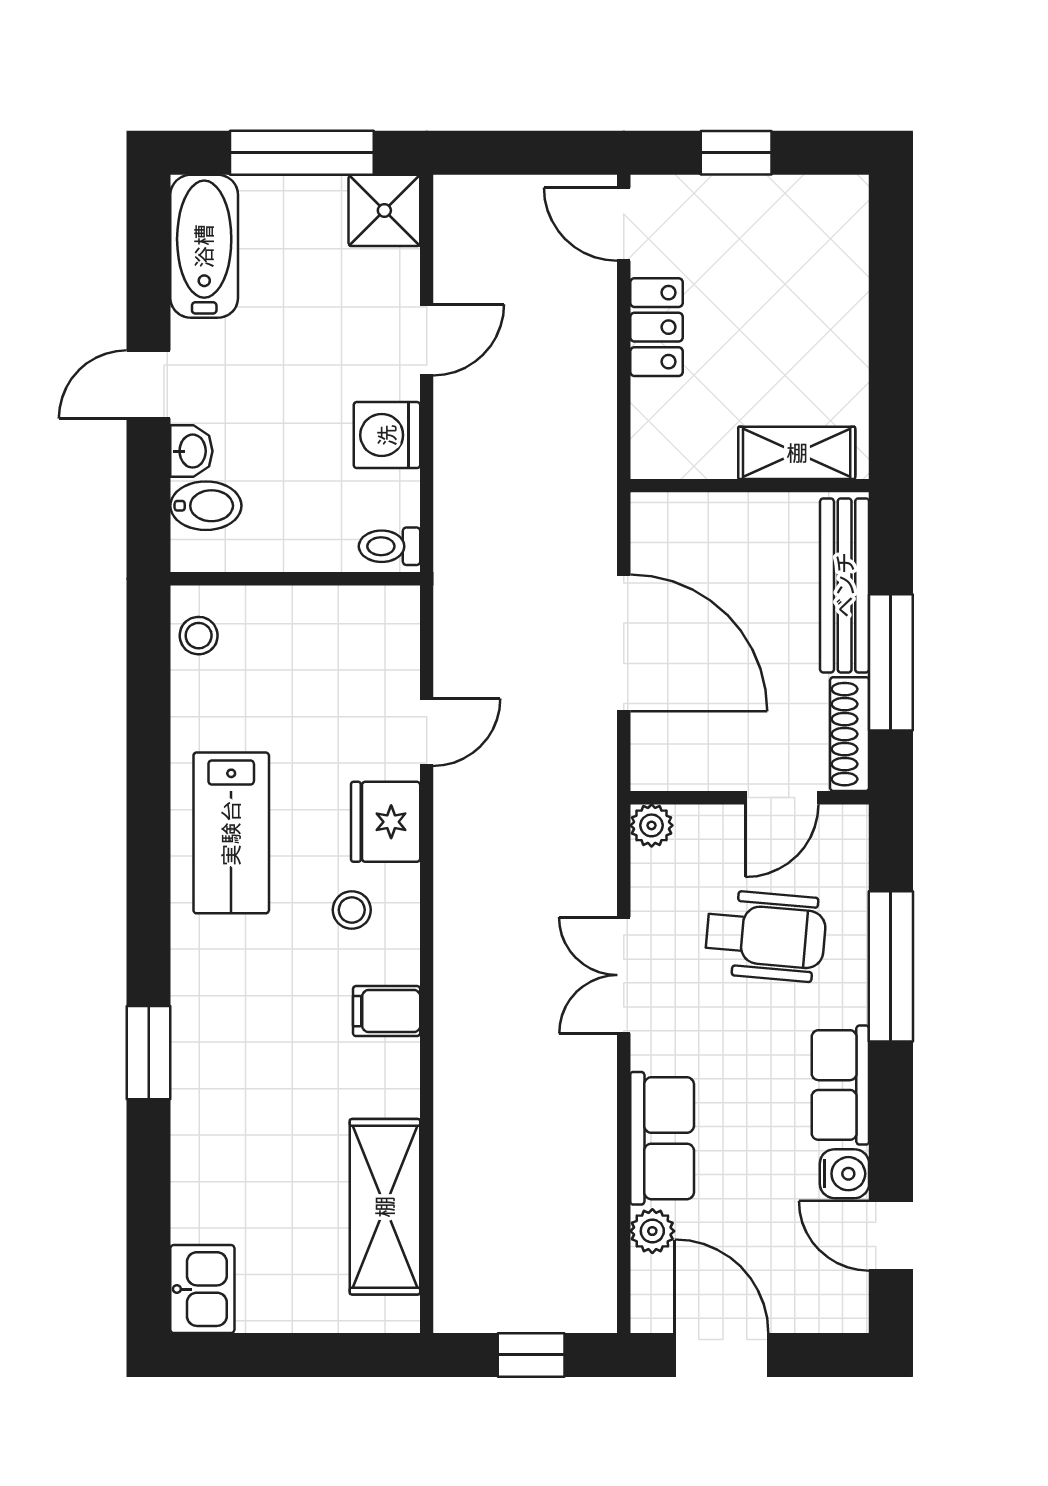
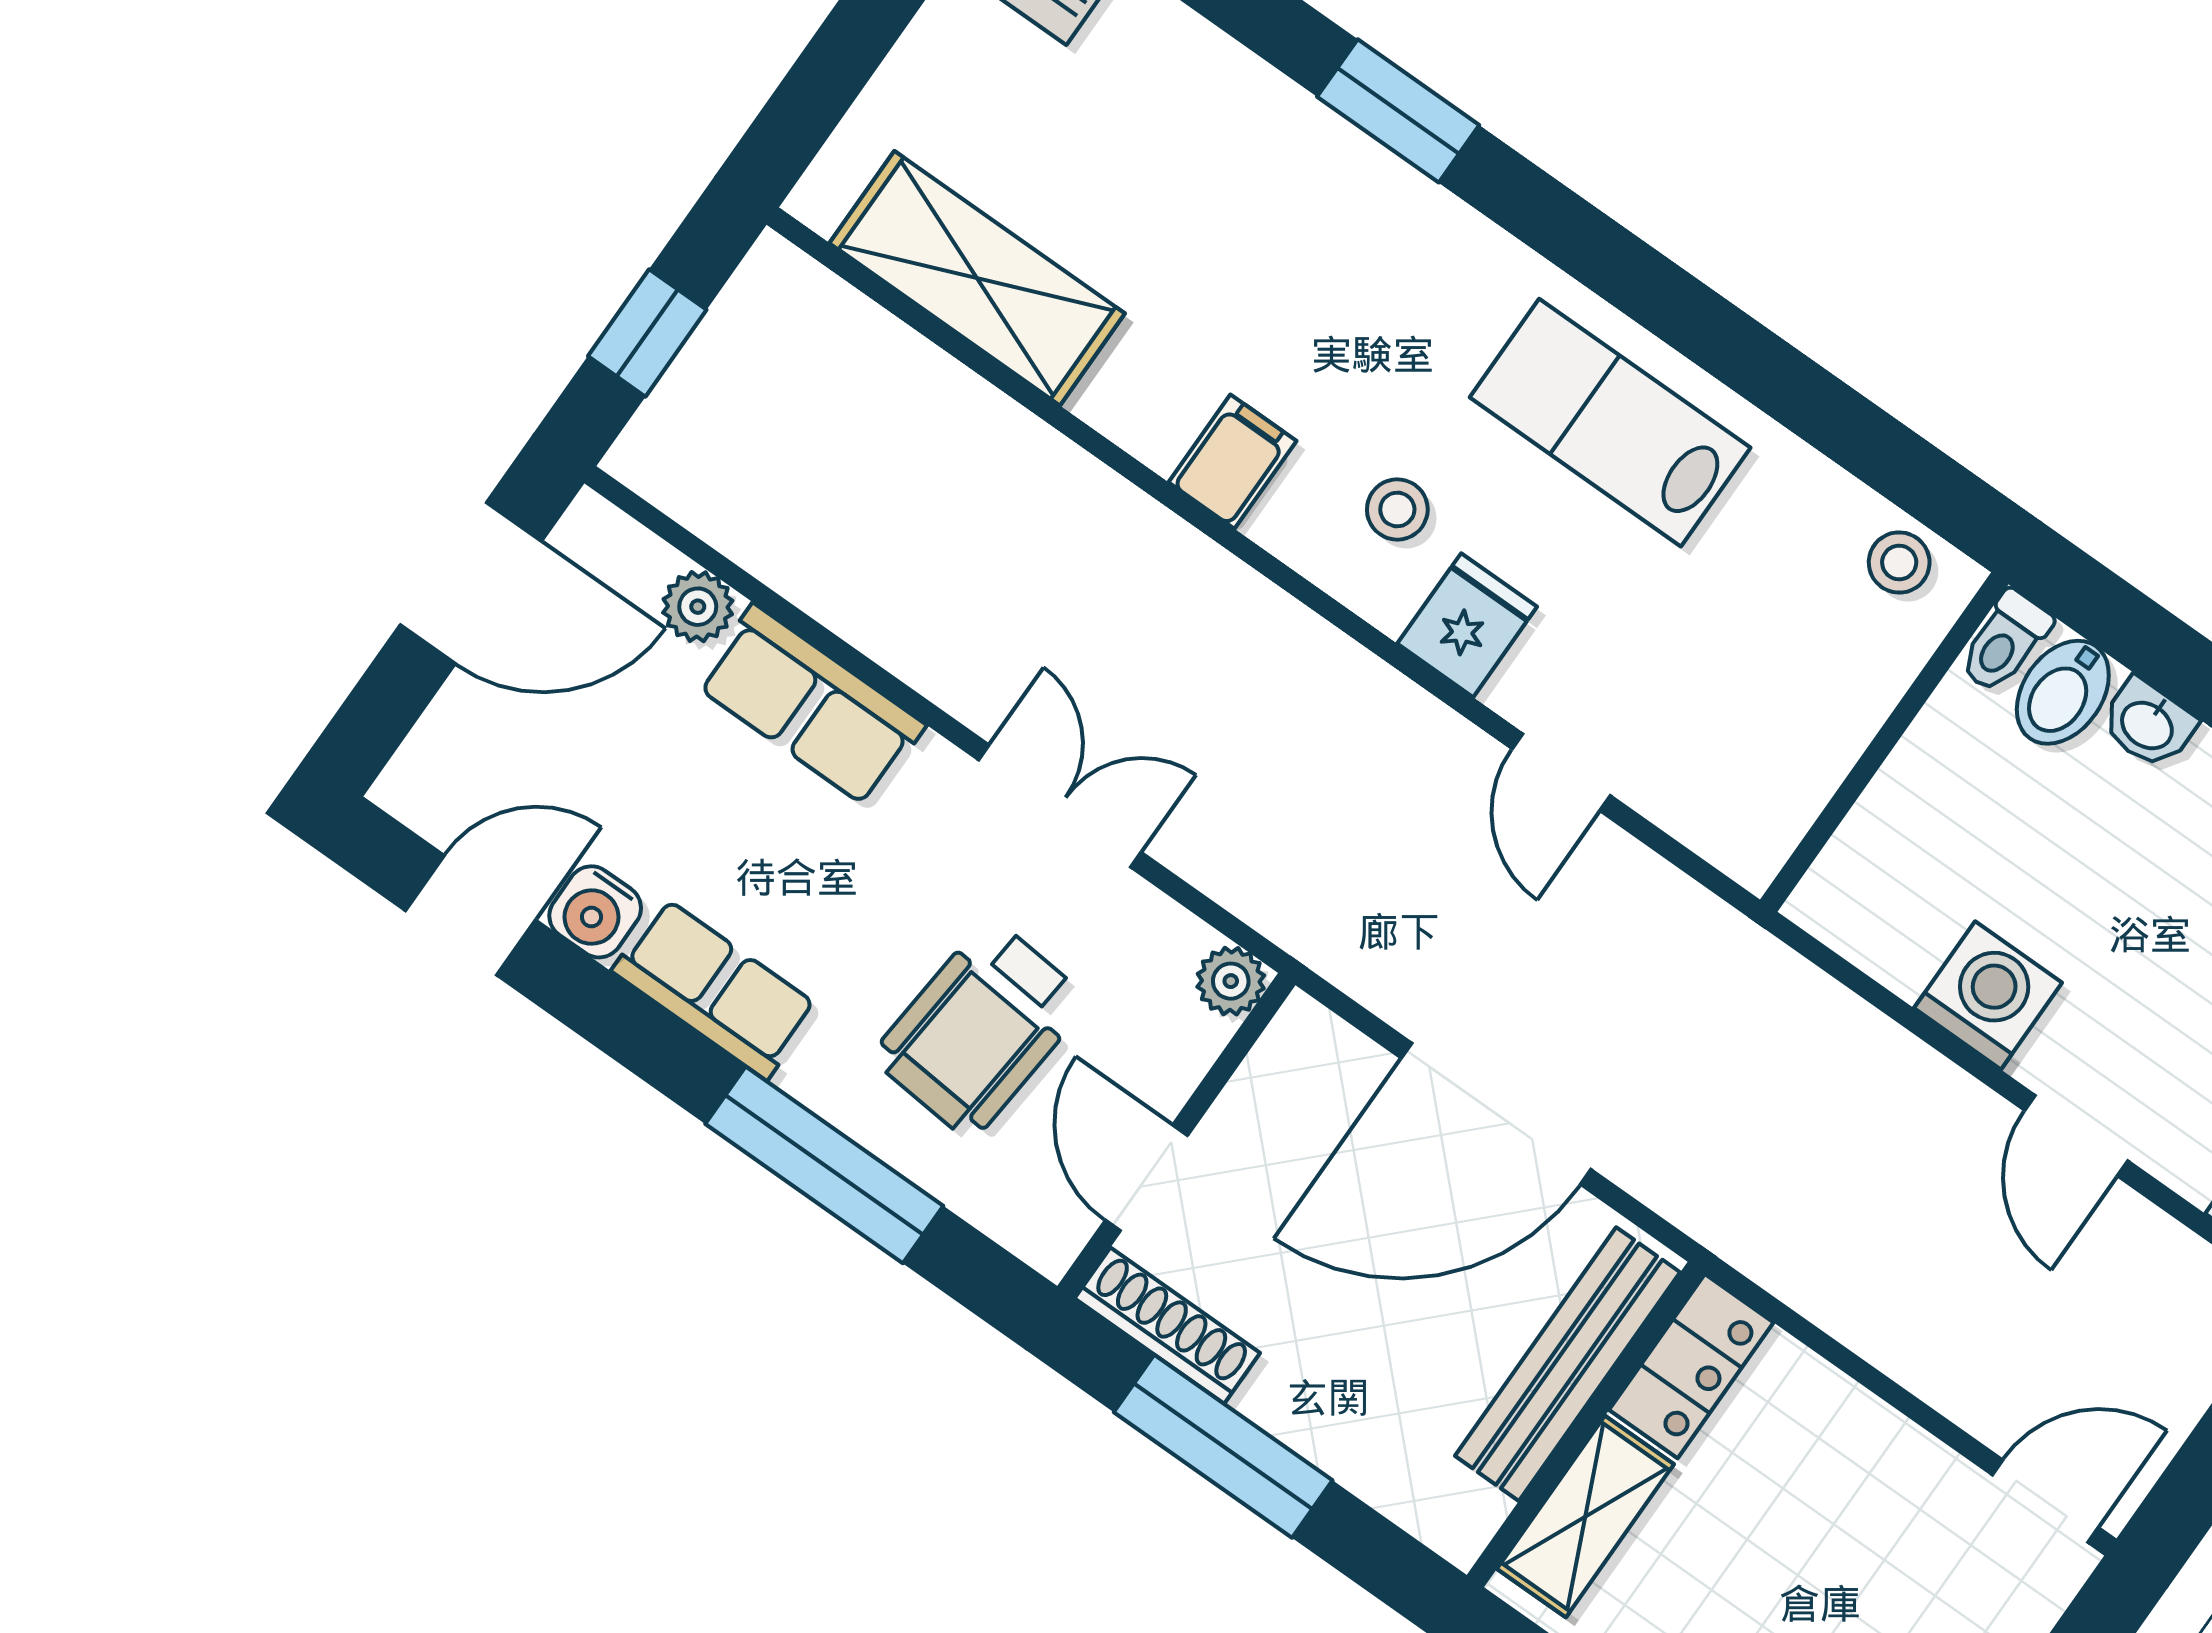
locker: (656, 327) -> (1691, 1366), moved, turned -90
toilet: (390, 546) -> (2005, 642), moved, turned 180
bench: (845, 585) -> (1568, 1364), moved, turned 90
fridge: (386, 822) -> (1467, 625), width x0.72

